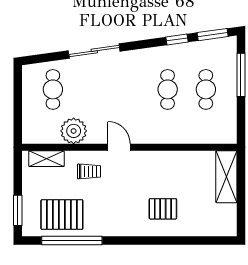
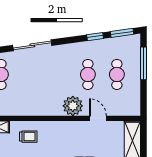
plant: (74, 131) -> (73, 106), moved
door: (119, 147) -> (98, 118), moved

